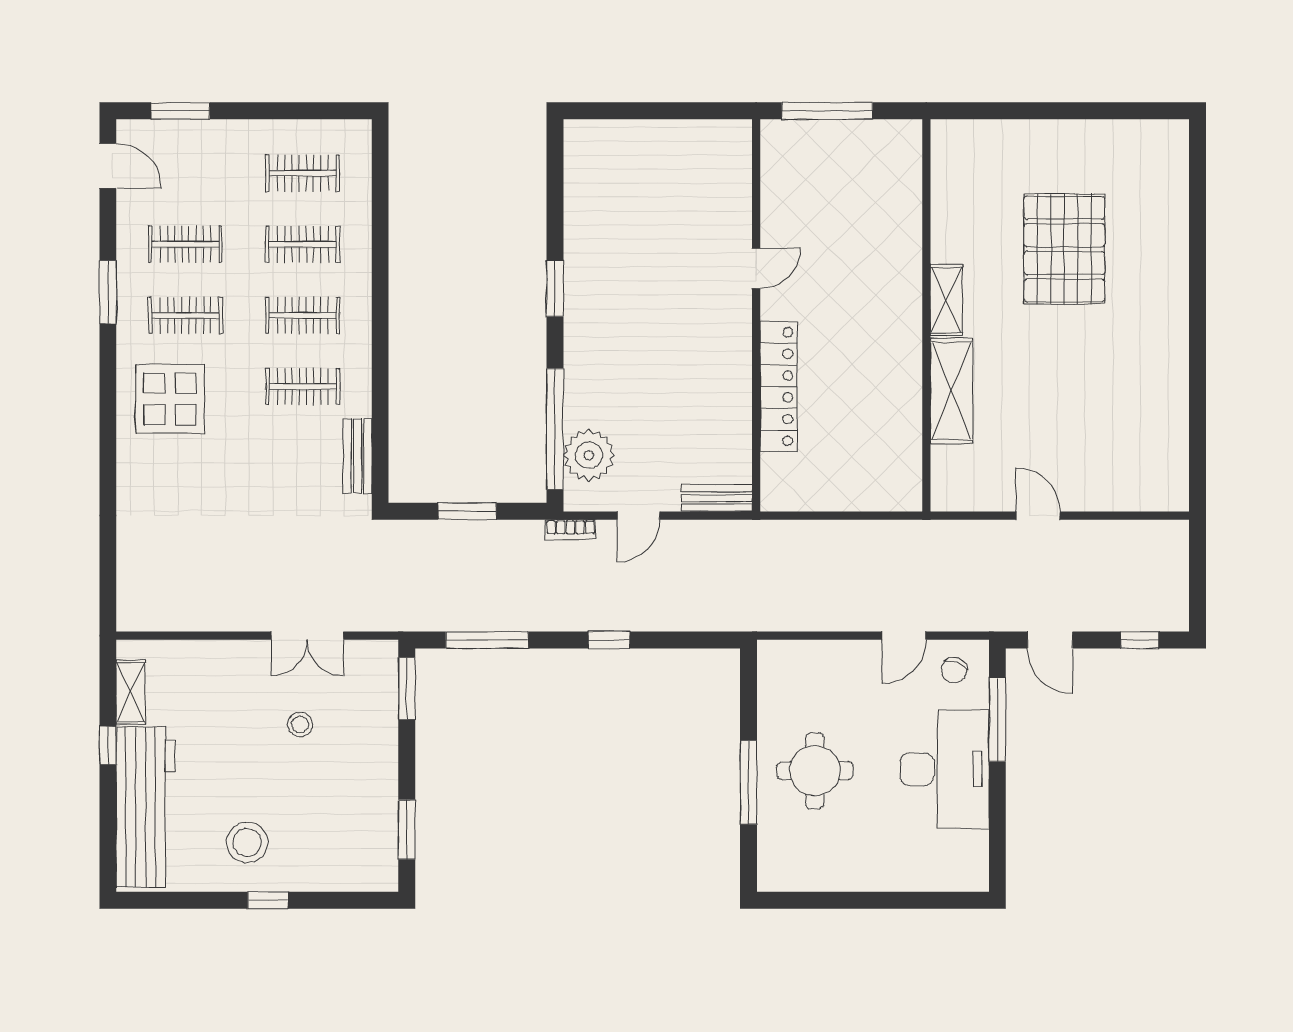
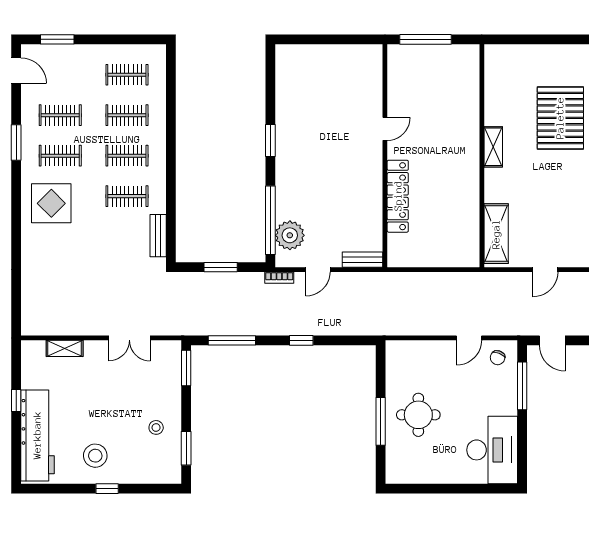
shelving: (951, 391) -> (496, 234), moved
door: (1038, 516) -> (545, 270), swing flipped
shelving: (131, 692) -> (65, 348), moved, turned 90
stool: (300, 725) -> (156, 427), moved
desk: (945, 769) -> (492, 450), moved

